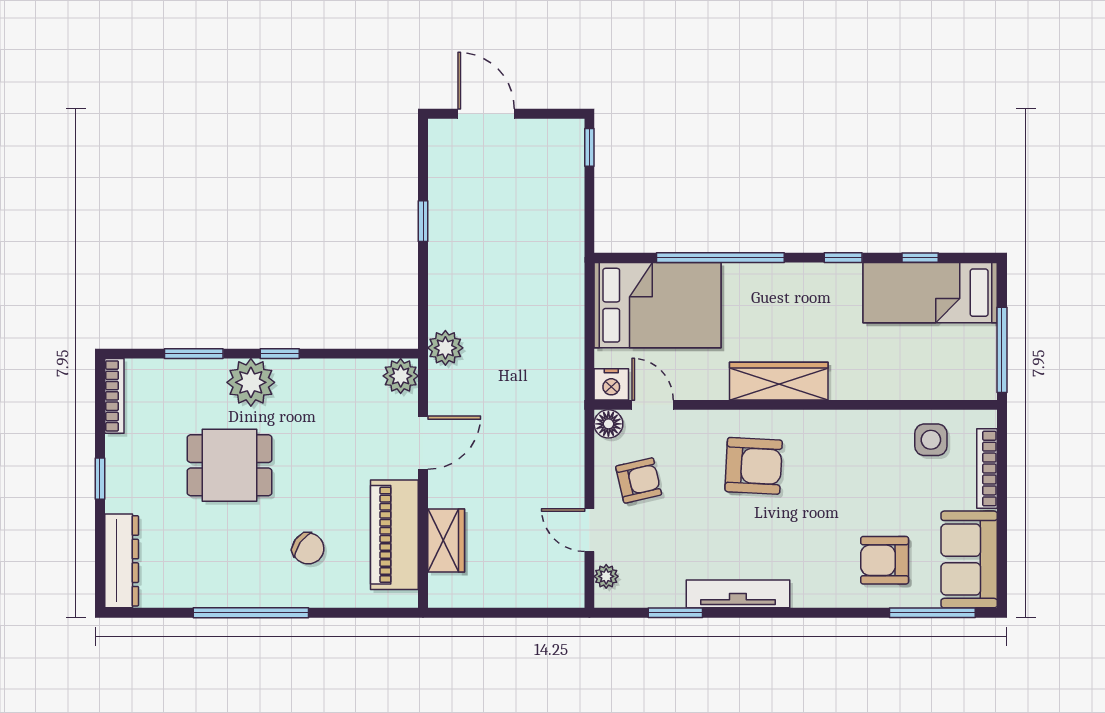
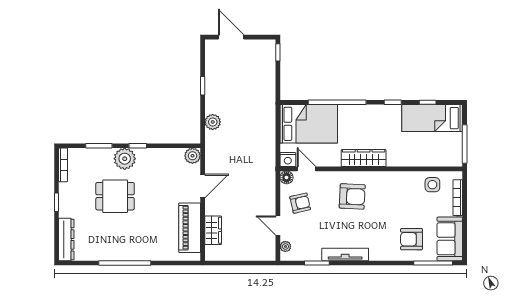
plant: (445, 348) -> (213, 122), moved
chair: (308, 548) -> (151, 234), removed

